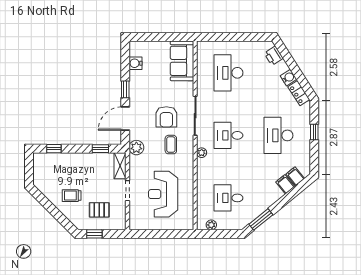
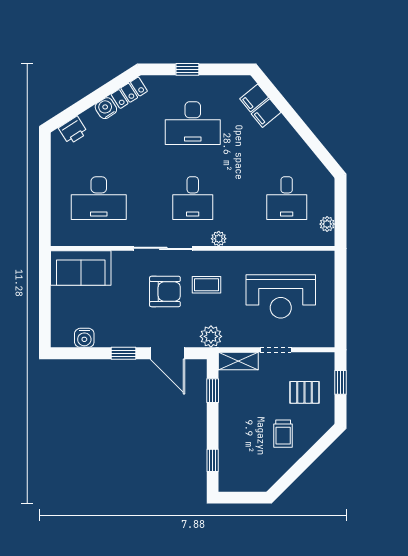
pallet: (99, 210) -> (305, 392), turned 90
window: (261, 219) -> (319, 150), removed
window: (94, 234) -> (341, 382), moved

